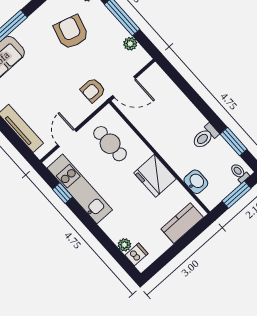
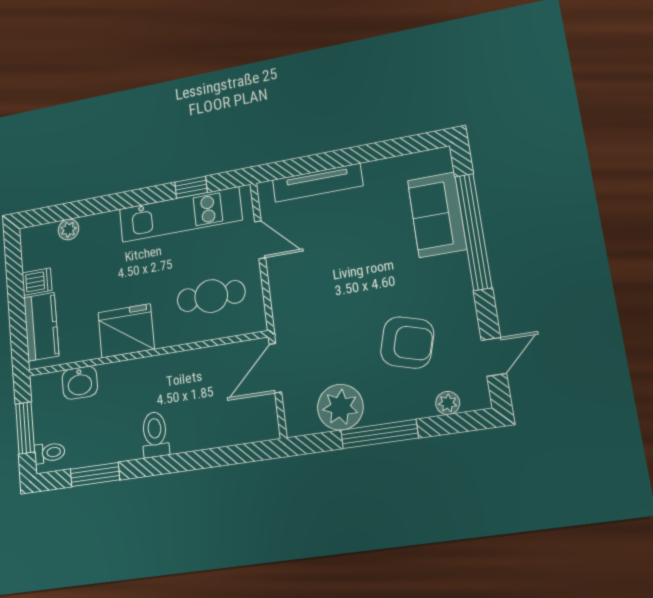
plant: (130, 44) -> (340, 407), width x1.87, depth x1.87
armchair: (93, 90) -> (301, 320), removed
toilet: (205, 137) -> (155, 434), moved
dishwasher: (137, 254) -> (37, 282), moved, turned -90

